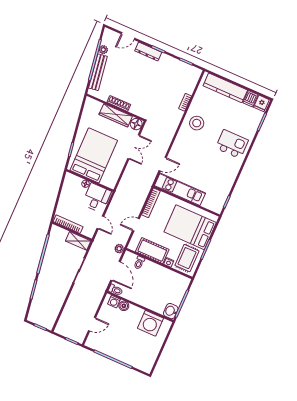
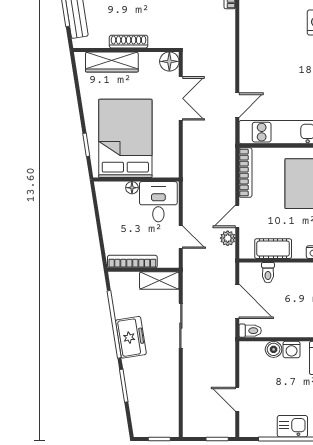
wardrobe: (116, 115) -> (112, 62), moved
stool: (197, 123) -> (262, 19), removed
plant: (119, 249) -> (228, 238), moved
cot: (152, 251) -> (273, 249), width x0.73, depth x0.75
freezer: (49, 265) -> (131, 337), added
washing machine: (114, 302) -> (292, 349), moved
door: (92, 324) -> (237, 399), swing flipped
kitchen sink: (116, 352) -> (292, 426), added

